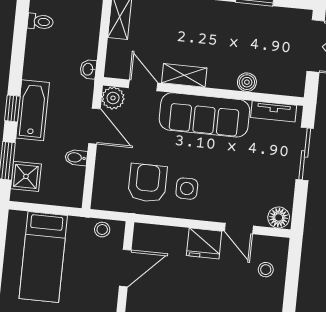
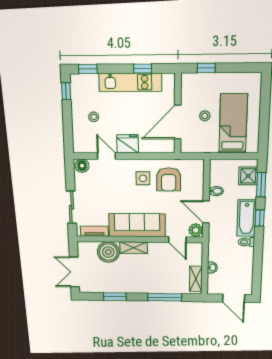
toilet: (40, 22) -> (246, 242), moved
washbasin: (88, 69) -> (212, 268), moved
shelving: (184, 75) -> (134, 248), moved
boiler: (247, 82) -> (108, 252), width x1.86, depth x1.86
stool: (102, 230) -> (205, 116), moved
door: (125, 268) -> (178, 122), width x1.36
stool: (266, 270) -> (94, 117), moved

